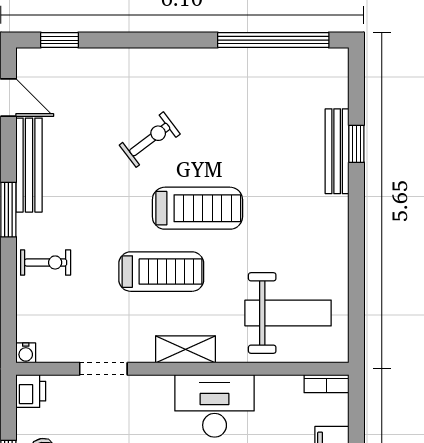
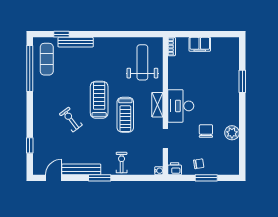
window: (60, 40) -> (30, 145), moved
exercise mat: (296, 81) -> (47, 59), added
window: (356, 144) -> (61, 34), moved
treadmill: (161, 272) -> (125, 115), turned 180
desk: (215, 406) -> (181, 106), moved

